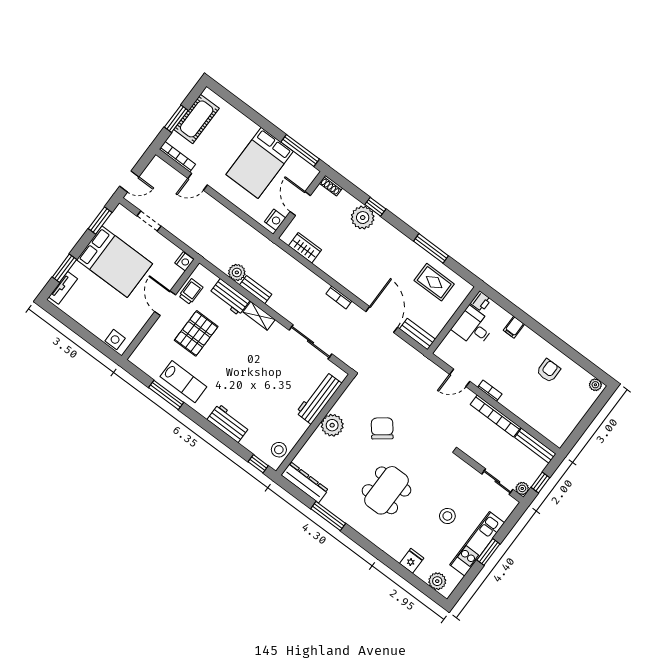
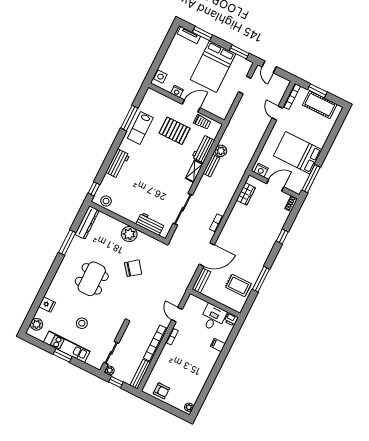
plant: (363, 218) -> (273, 229), removed
nightstand: (184, 261) -> (177, 92), moved
rug: (434, 282) -> (238, 286), turned 90
armchair: (548, 371) -> (161, 391), moved
workbench: (319, 398) -> (150, 224), width x0.73
dining table: (386, 490) -> (92, 279), turned 90

